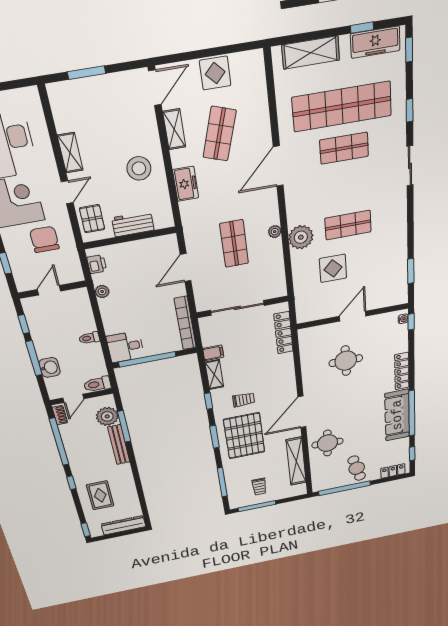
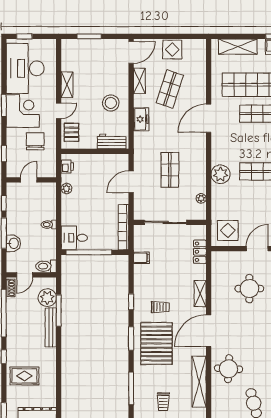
workbench: (133, 224) -> (112, 141), moved
plant: (275, 232) -> (201, 198), moved
display table: (333, 268) -> (228, 230), moved
locker: (284, 333) -> (200, 252), width x0.66
shelving: (214, 375) -> (200, 294), moved
rug: (100, 495) -> (24, 376), turned 90

